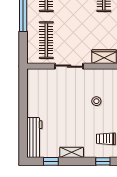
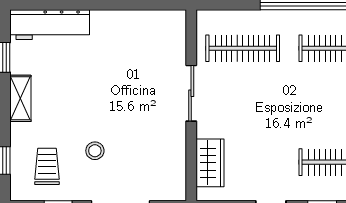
stool: (96, 101) -> (95, 151), moved

